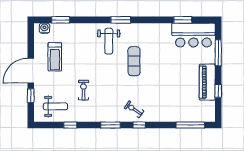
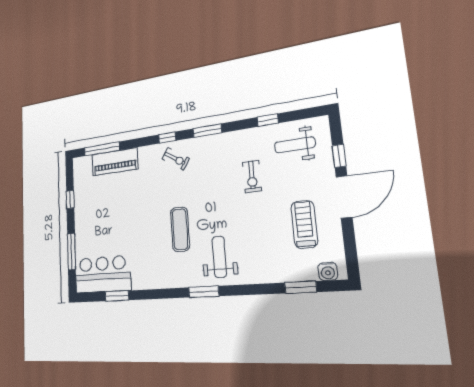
piano: (207, 82) -> (115, 162), moved, turned 90

